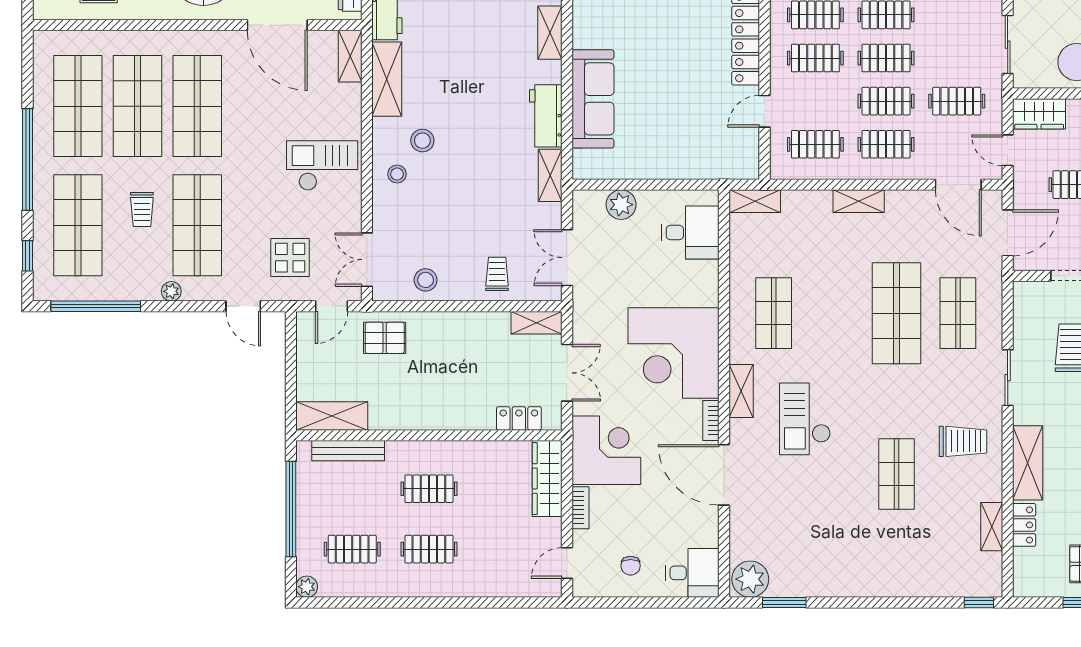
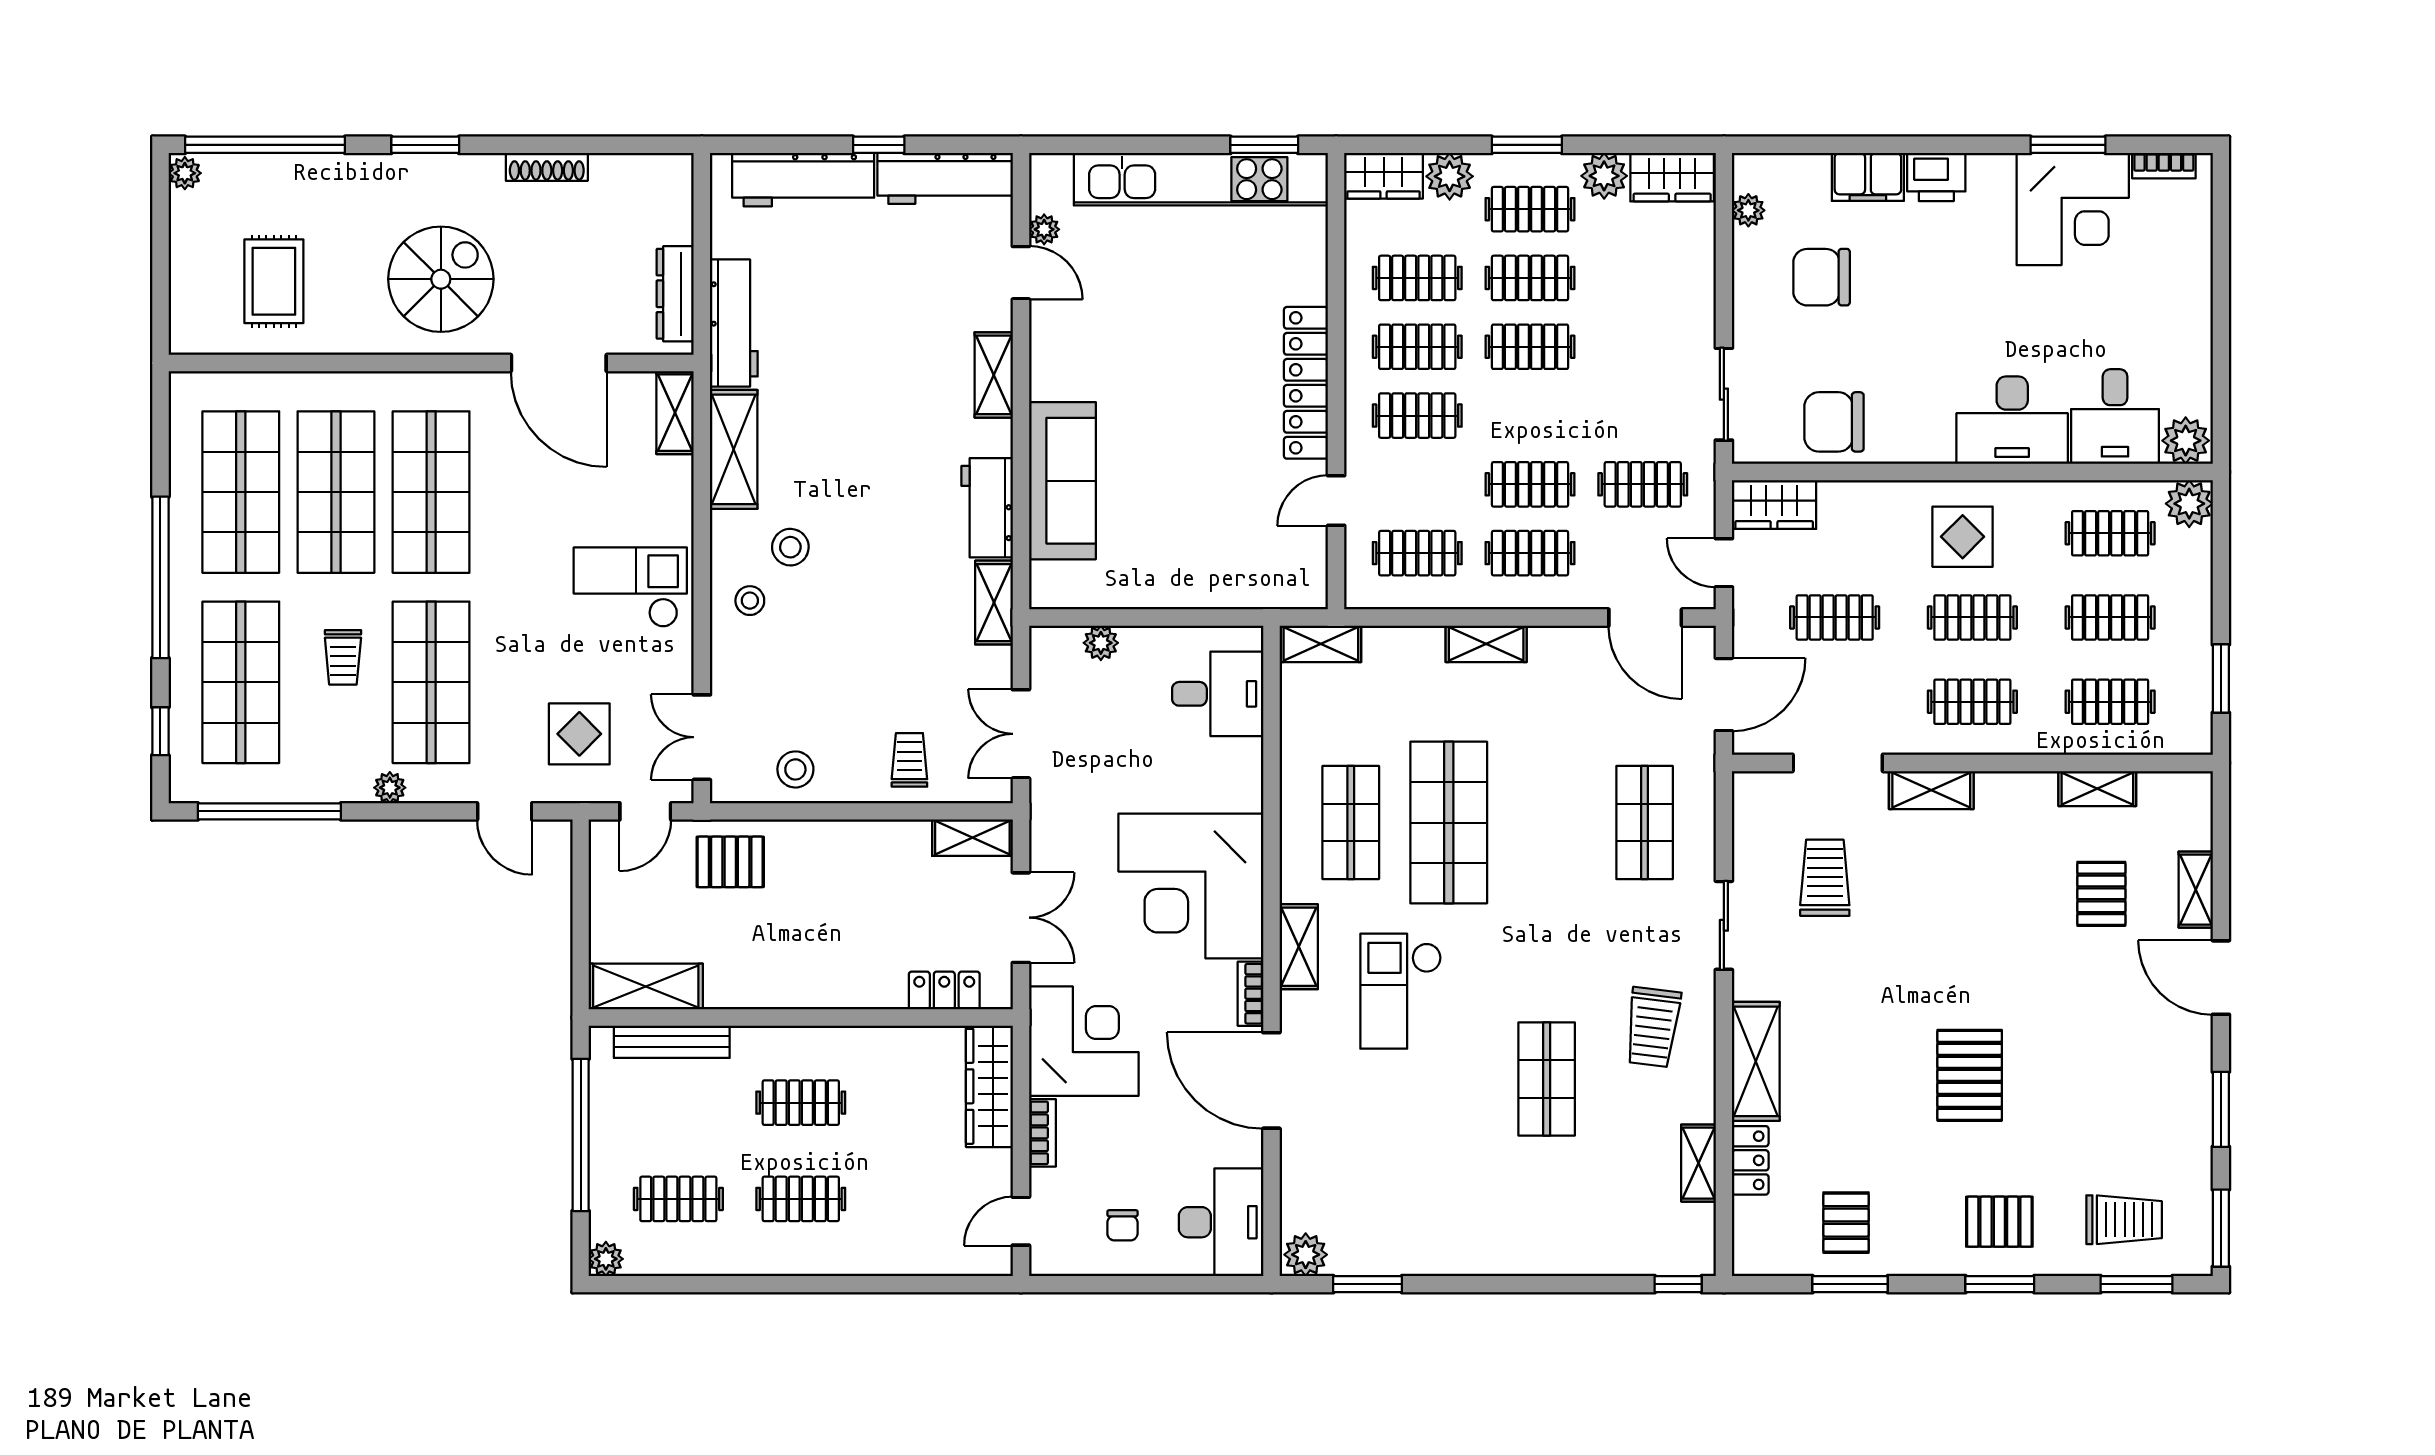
clothes rail: (886, 58) -> (1530, 416), removed
plant: (621, 205) -> (1101, 643), width x0.73, depth x0.73
shop shelf: (896, 313) -> (1449, 823), moved
trolley: (963, 441) -> (1653, 1027), turned 97
desk: (692, 573) -> (1221, 1222), width x1.37
plant: (750, 579) -> (1306, 1255), width x0.73, depth x0.73

